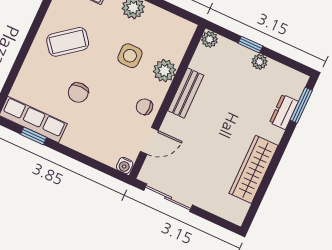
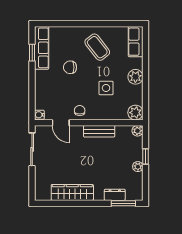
plant: (164, 71) -> (135, 113), moved

